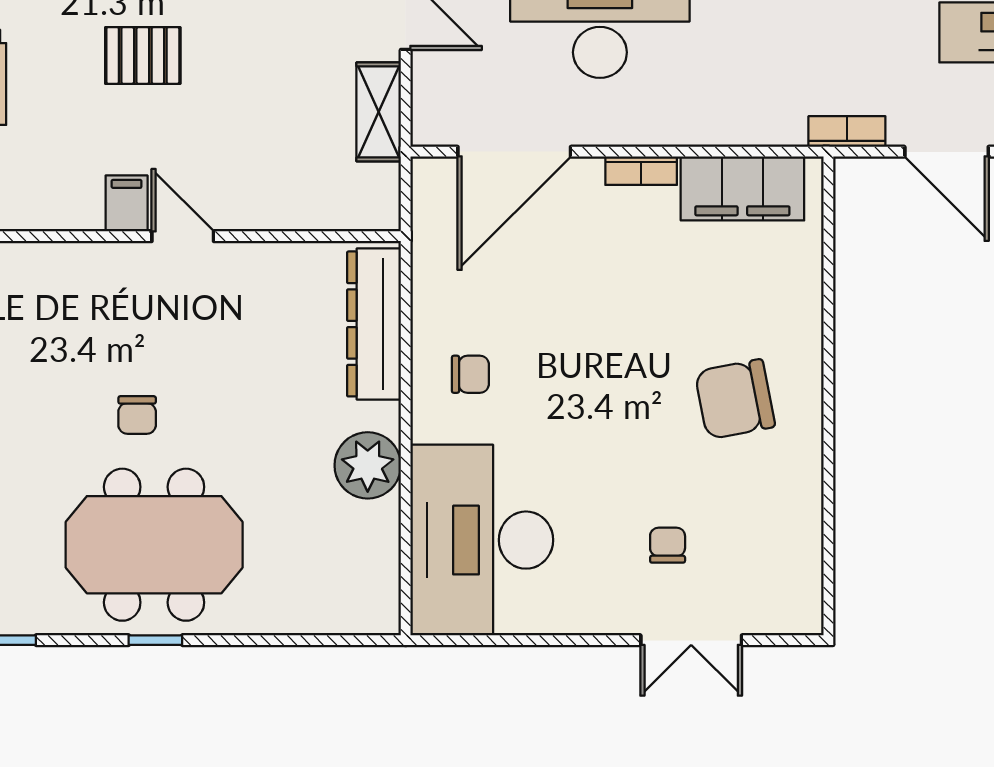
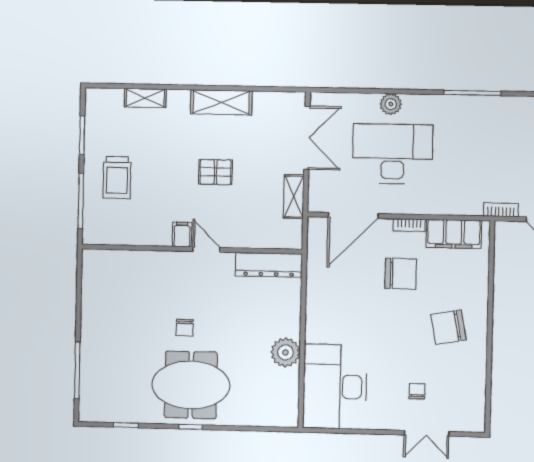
pallet: (143, 55) -> (215, 172), moved
dresser: (374, 324) -> (269, 265), moved, turned -90
chair: (470, 374) -> (401, 274), moved, width x1.87, depth x1.87

